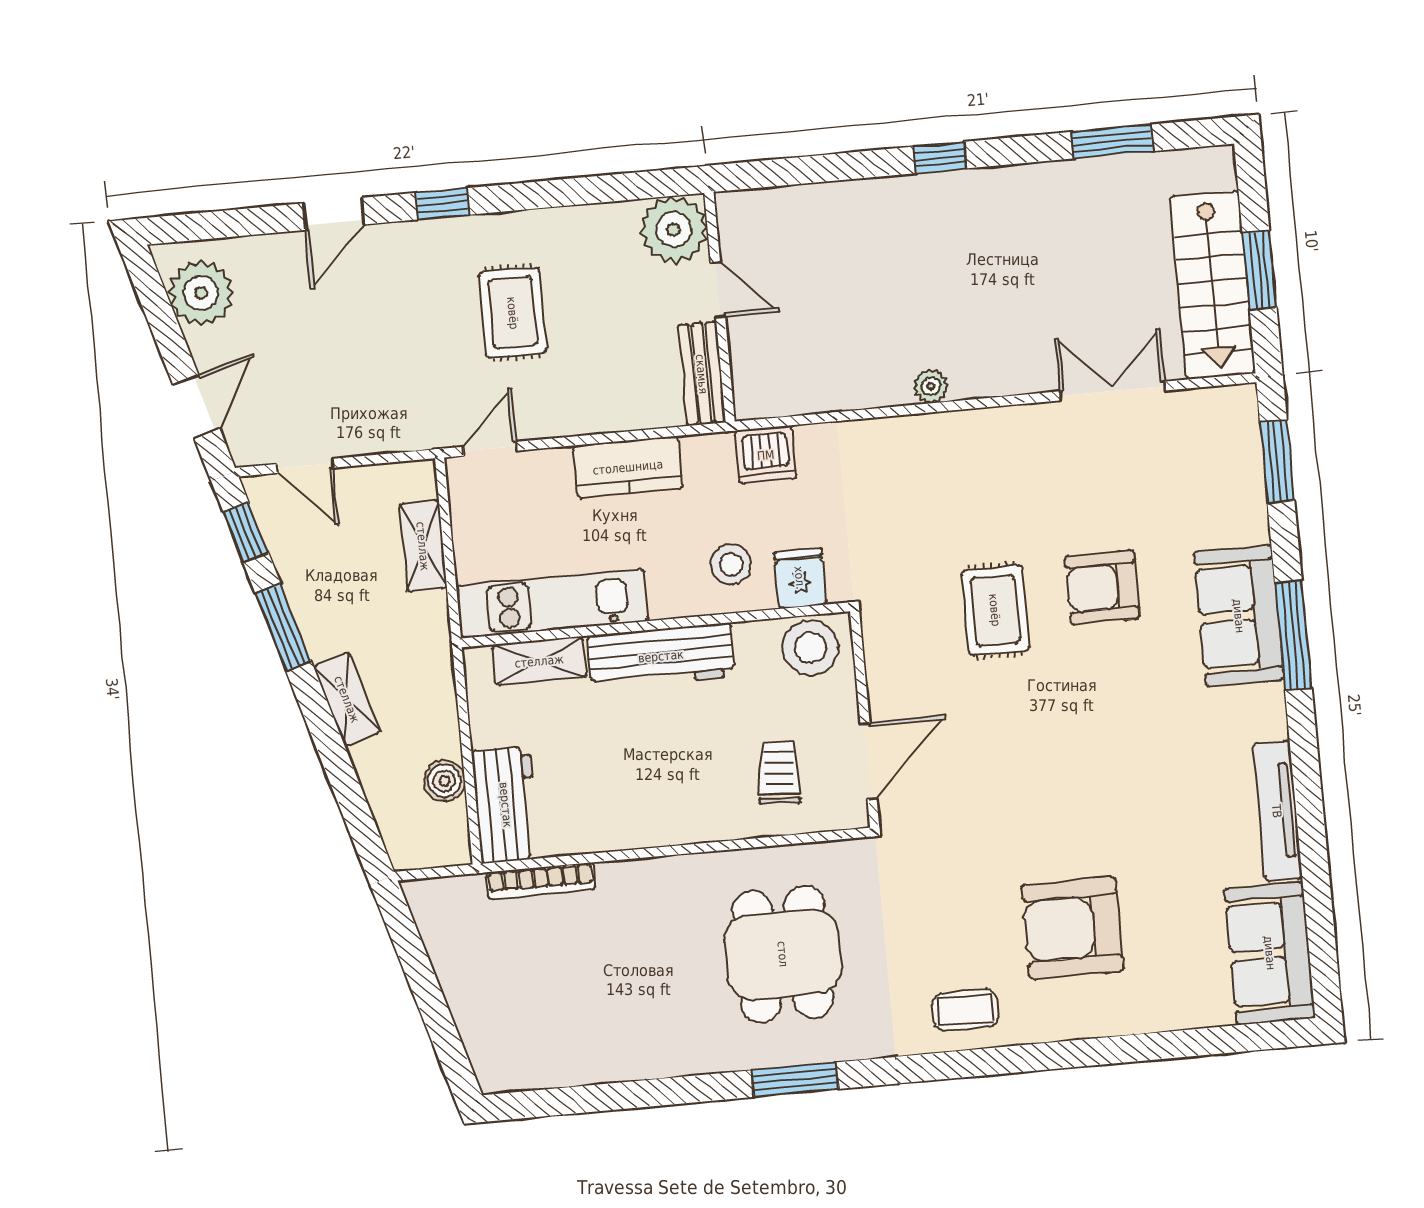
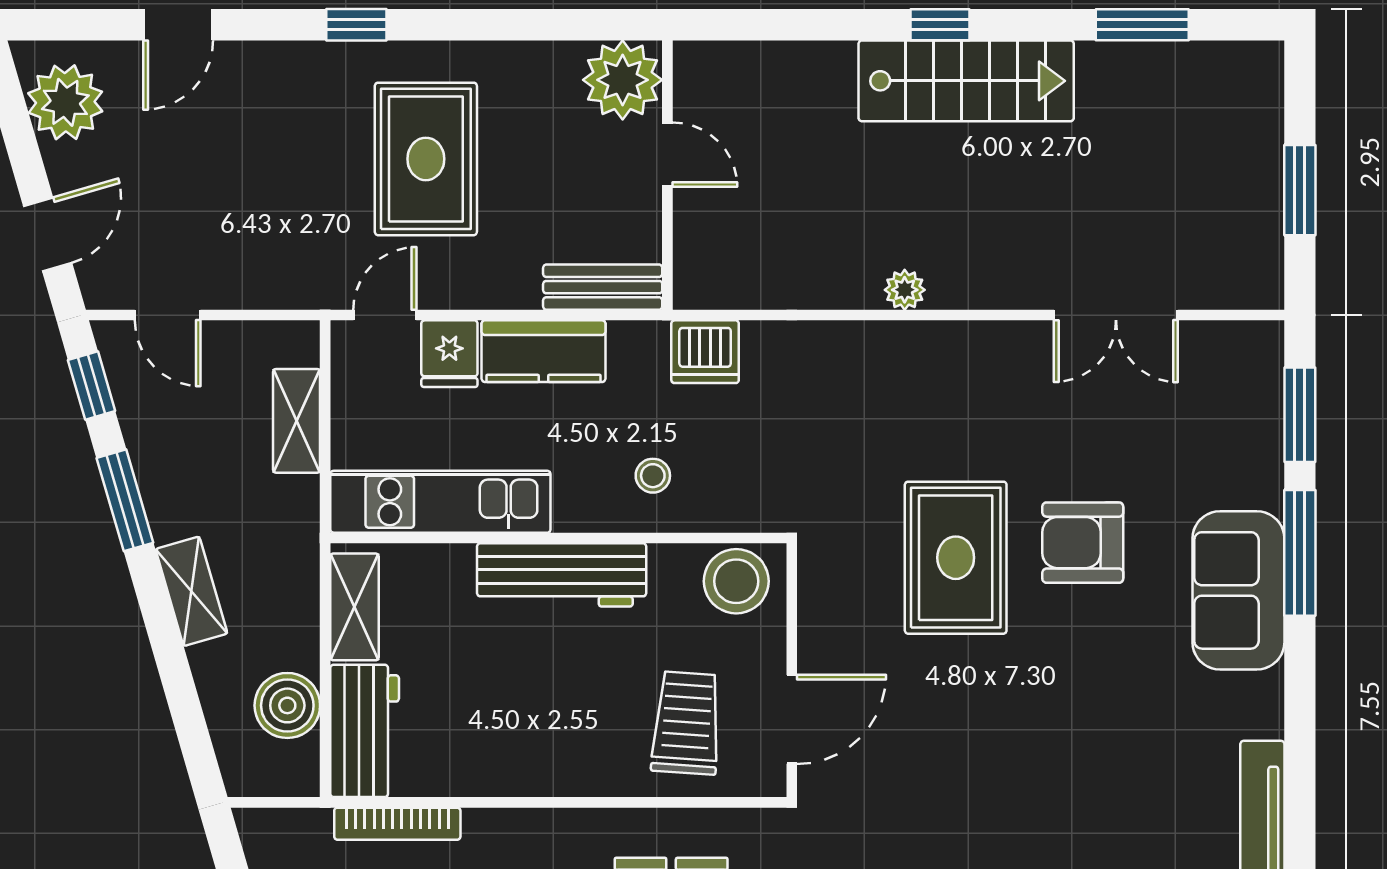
door: (334, 214) -> (178, 25), moved
stairs: (1213, 285) -> (966, 81), moved, turned -90
rug: (513, 313) -> (426, 159), width x1.36, depth x1.43
bench: (702, 374) -> (603, 287), moved, turned 90
double door: (1113, 391) -> (1116, 315), swing flipped
stool: (731, 564) -> (653, 476), width x0.73, depth x0.73
fridge: (800, 578) -> (449, 354), moved, turned 180
rug: (995, 610) -> (956, 558), width x1.36, depth x1.43
window: (1293, 636) -> (1300, 553), moved
shelving: (539, 661) -> (354, 607), moved, turned 90
trolley: (779, 772) -> (686, 723), width x1.36, depth x1.39
boiler: (444, 781) -> (287, 705), width x1.36, depth x1.36

